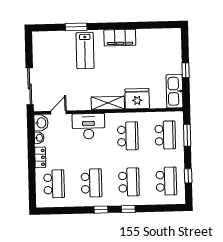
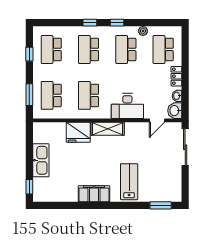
window: (76, 27) -> (161, 205), moved
window: (186, 70) -> (29, 187), moved
kitchen sink: (175, 91) -> (41, 160), moved
plant: (75, 202) -> (143, 31), added

